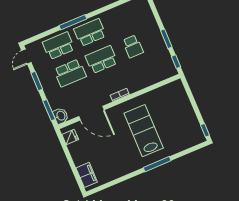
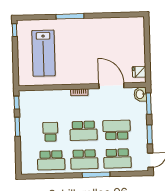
school desk: (121, 19) -> (51, 160), added
lab bench: (144, 131) -> (43, 53), moved
filing cabinet: (87, 175) -> (138, 32), removed

